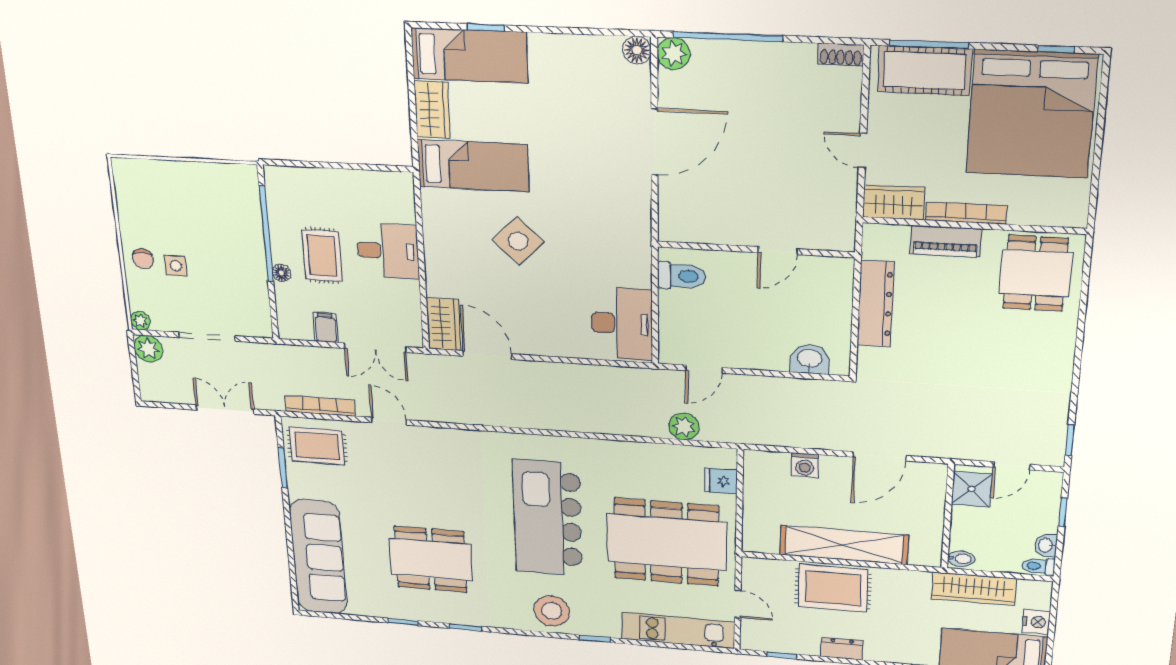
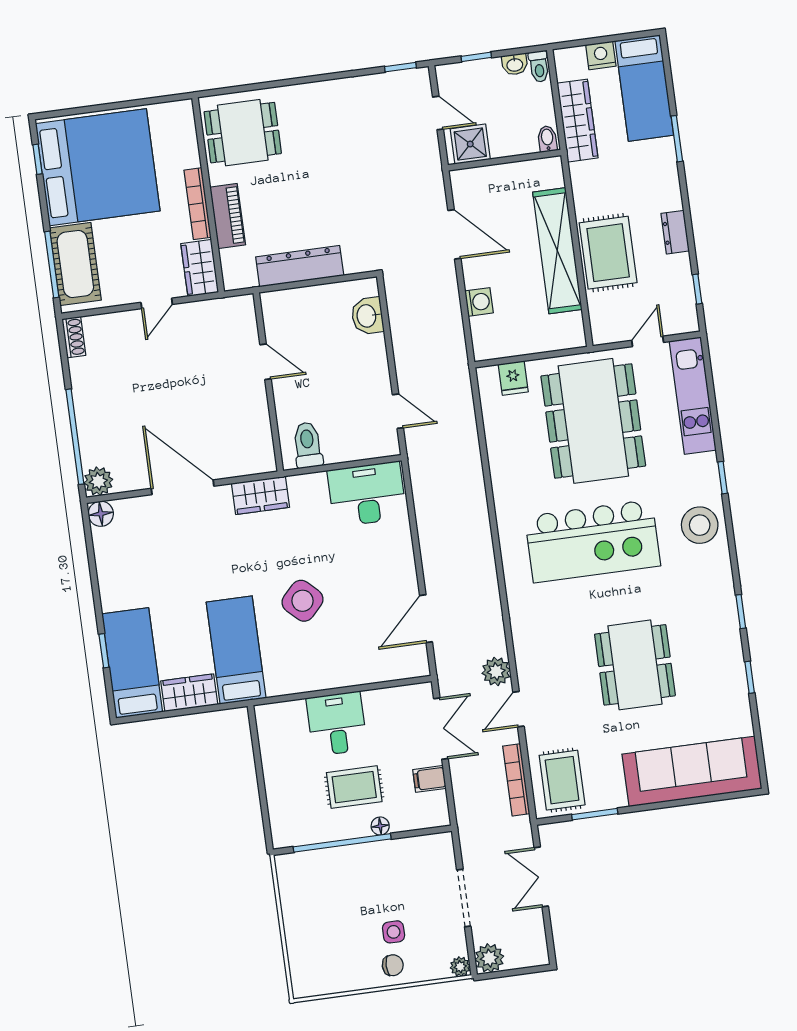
wardrobe: (444, 324) -> (260, 495), moved, turned 180
plant: (684, 427) -> (496, 671), moved
dining table: (431, 559) -> (635, 665), moved

